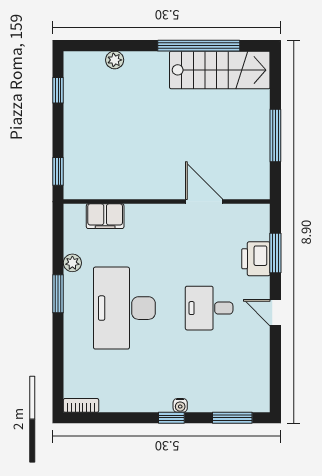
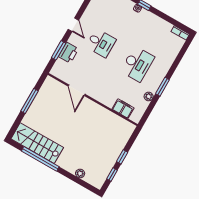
window: (58, 171) -> (122, 157), moved
desk: (124, 308) -> (137, 64), width x0.73, depth x0.77

